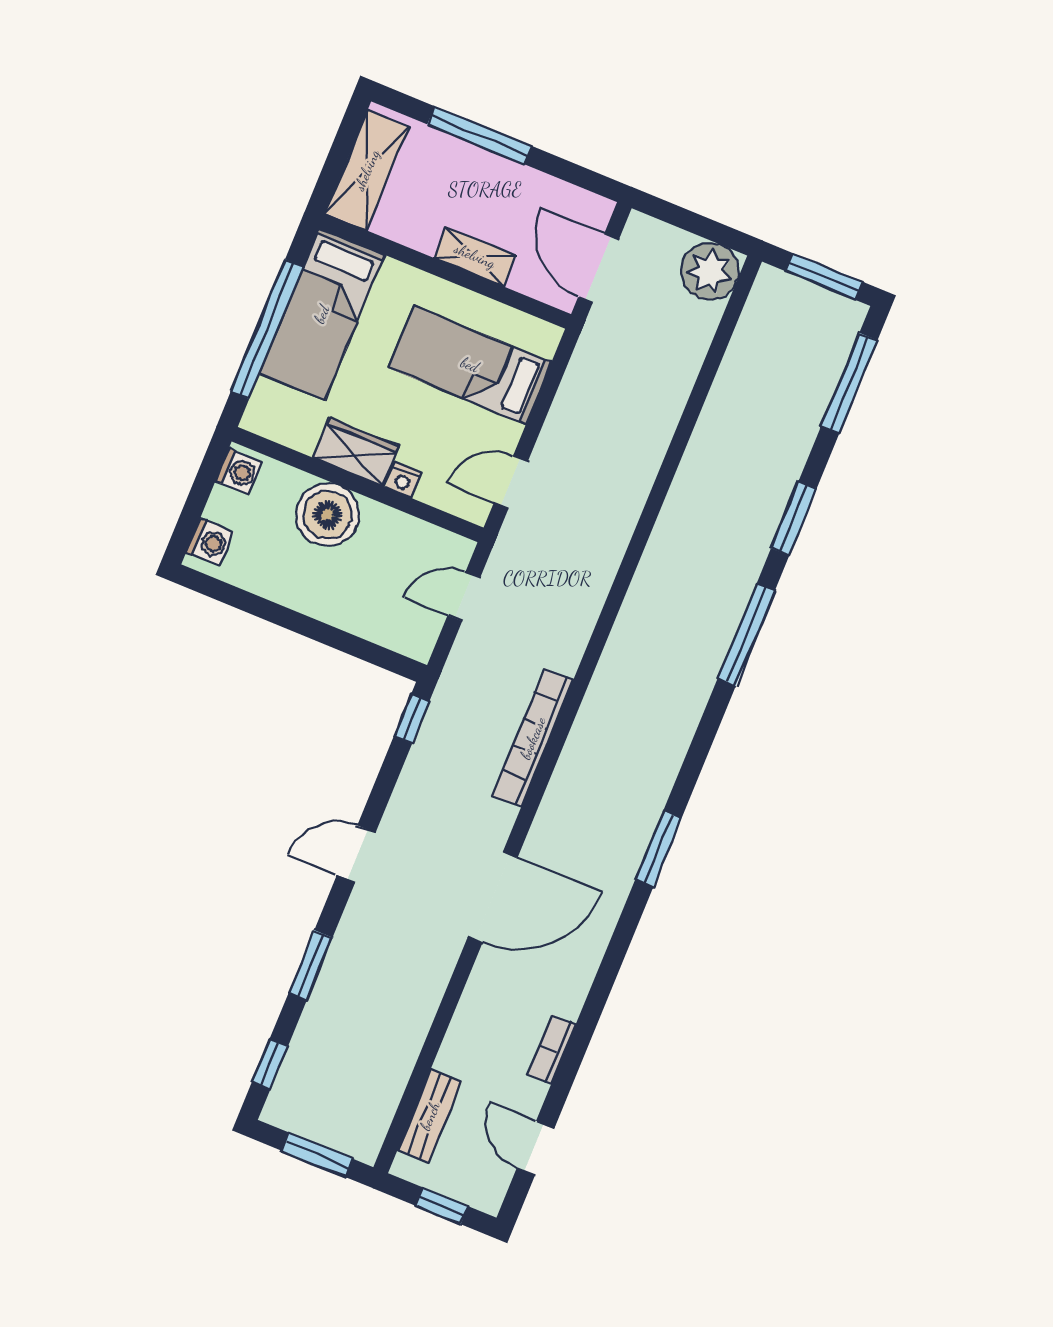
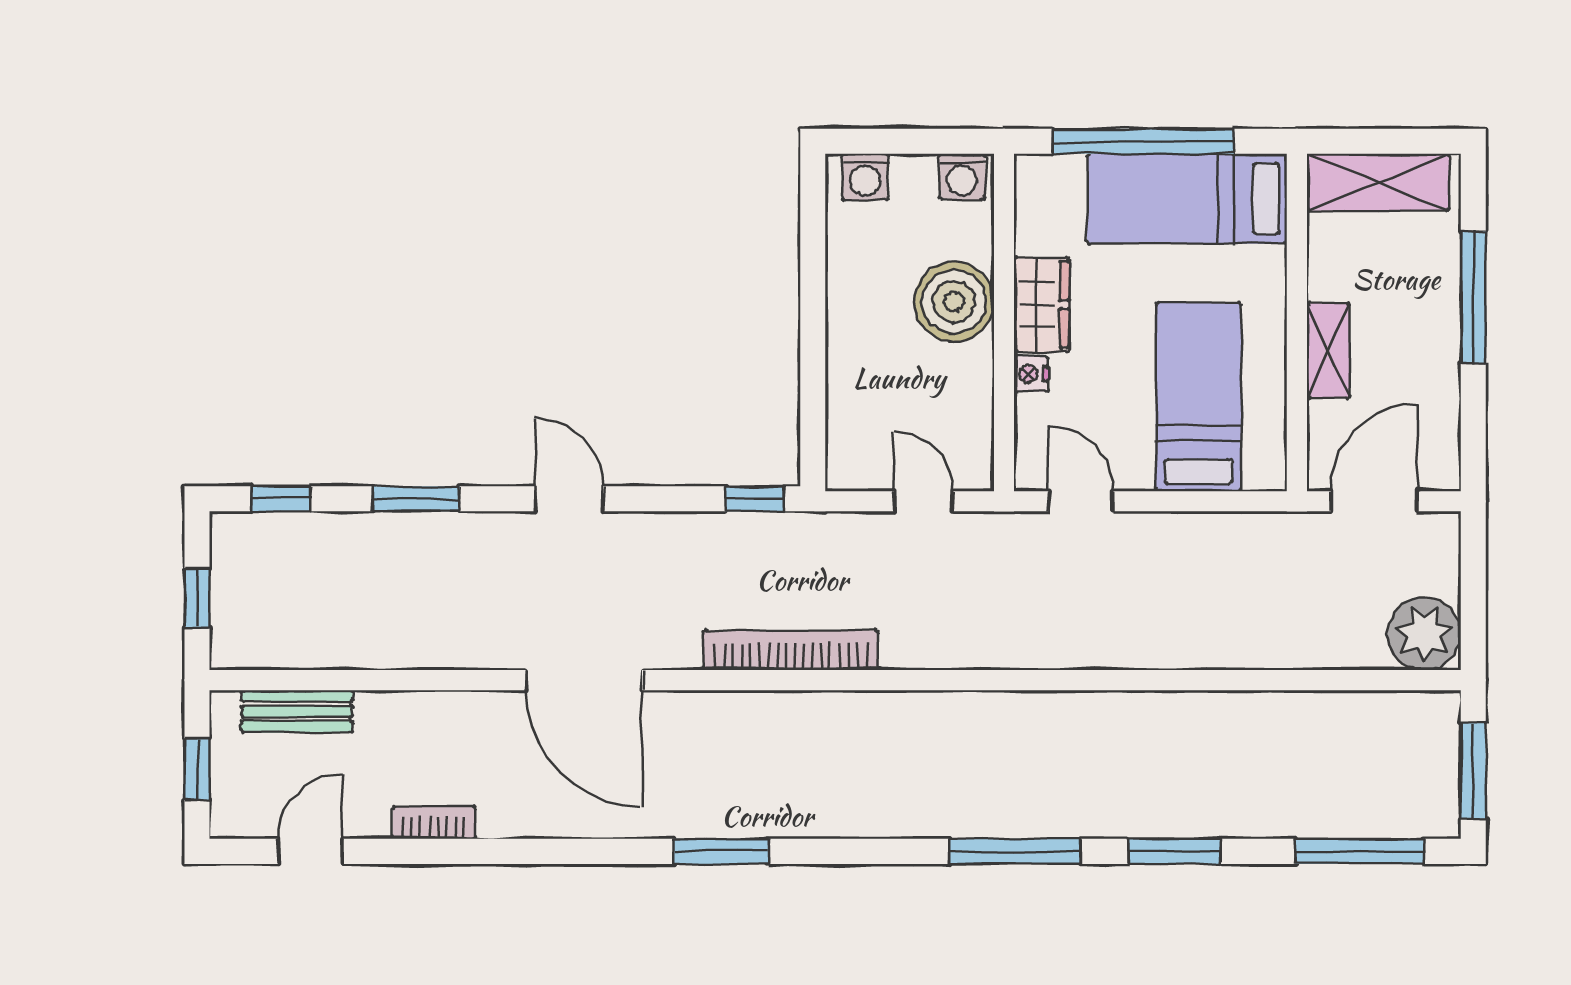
window: (317, 1155) -> (197, 598), width x0.67

